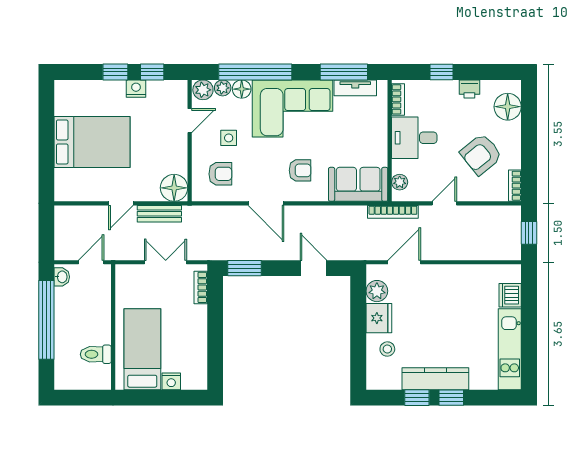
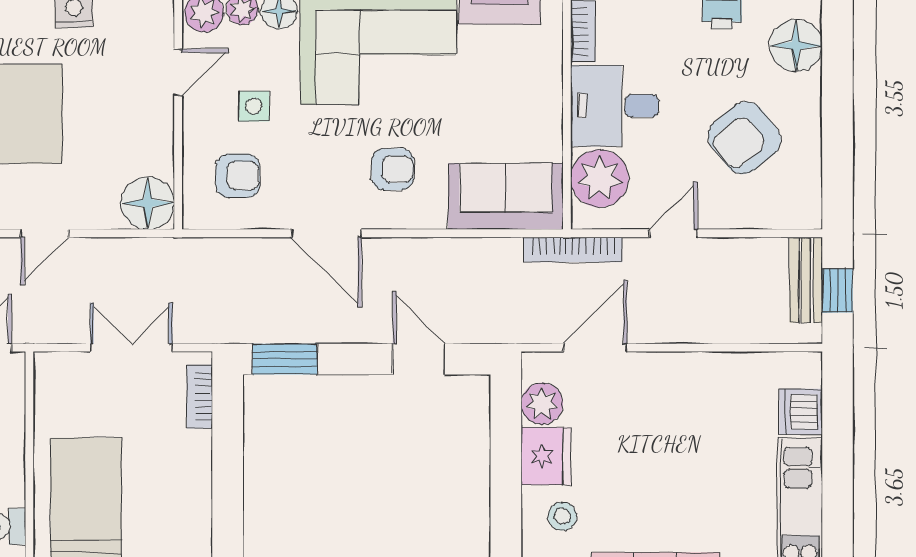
plant: (400, 182) -> (600, 178), width x1.88, depth x1.88
bookcase: (515, 186) -> (810, 199), removed
bench: (159, 214) -> (806, 280), moved, turned 90

